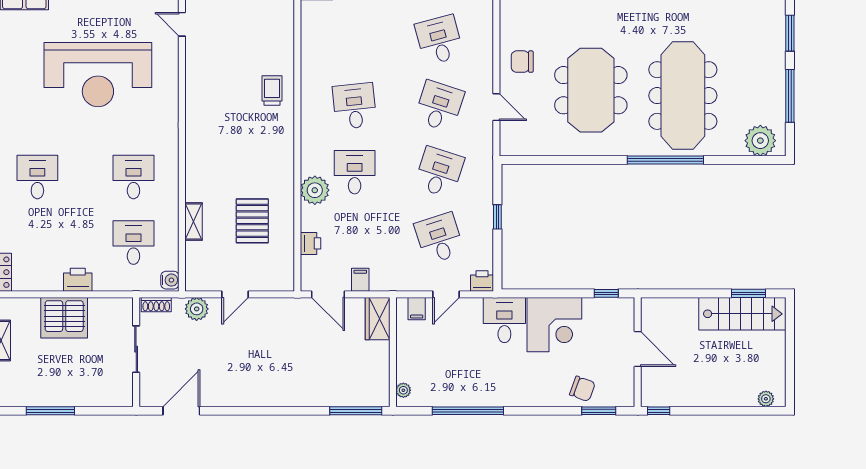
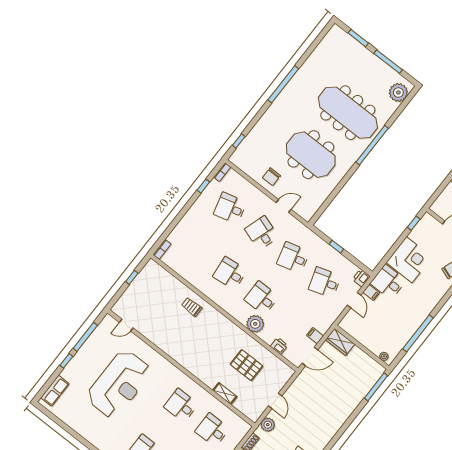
desk: (439, 172) -> (293, 258), turned -33
water cooler: (170, 280) -> (244, 427), removed
filing cabinet: (417, 309) -> (371, 292), moved

